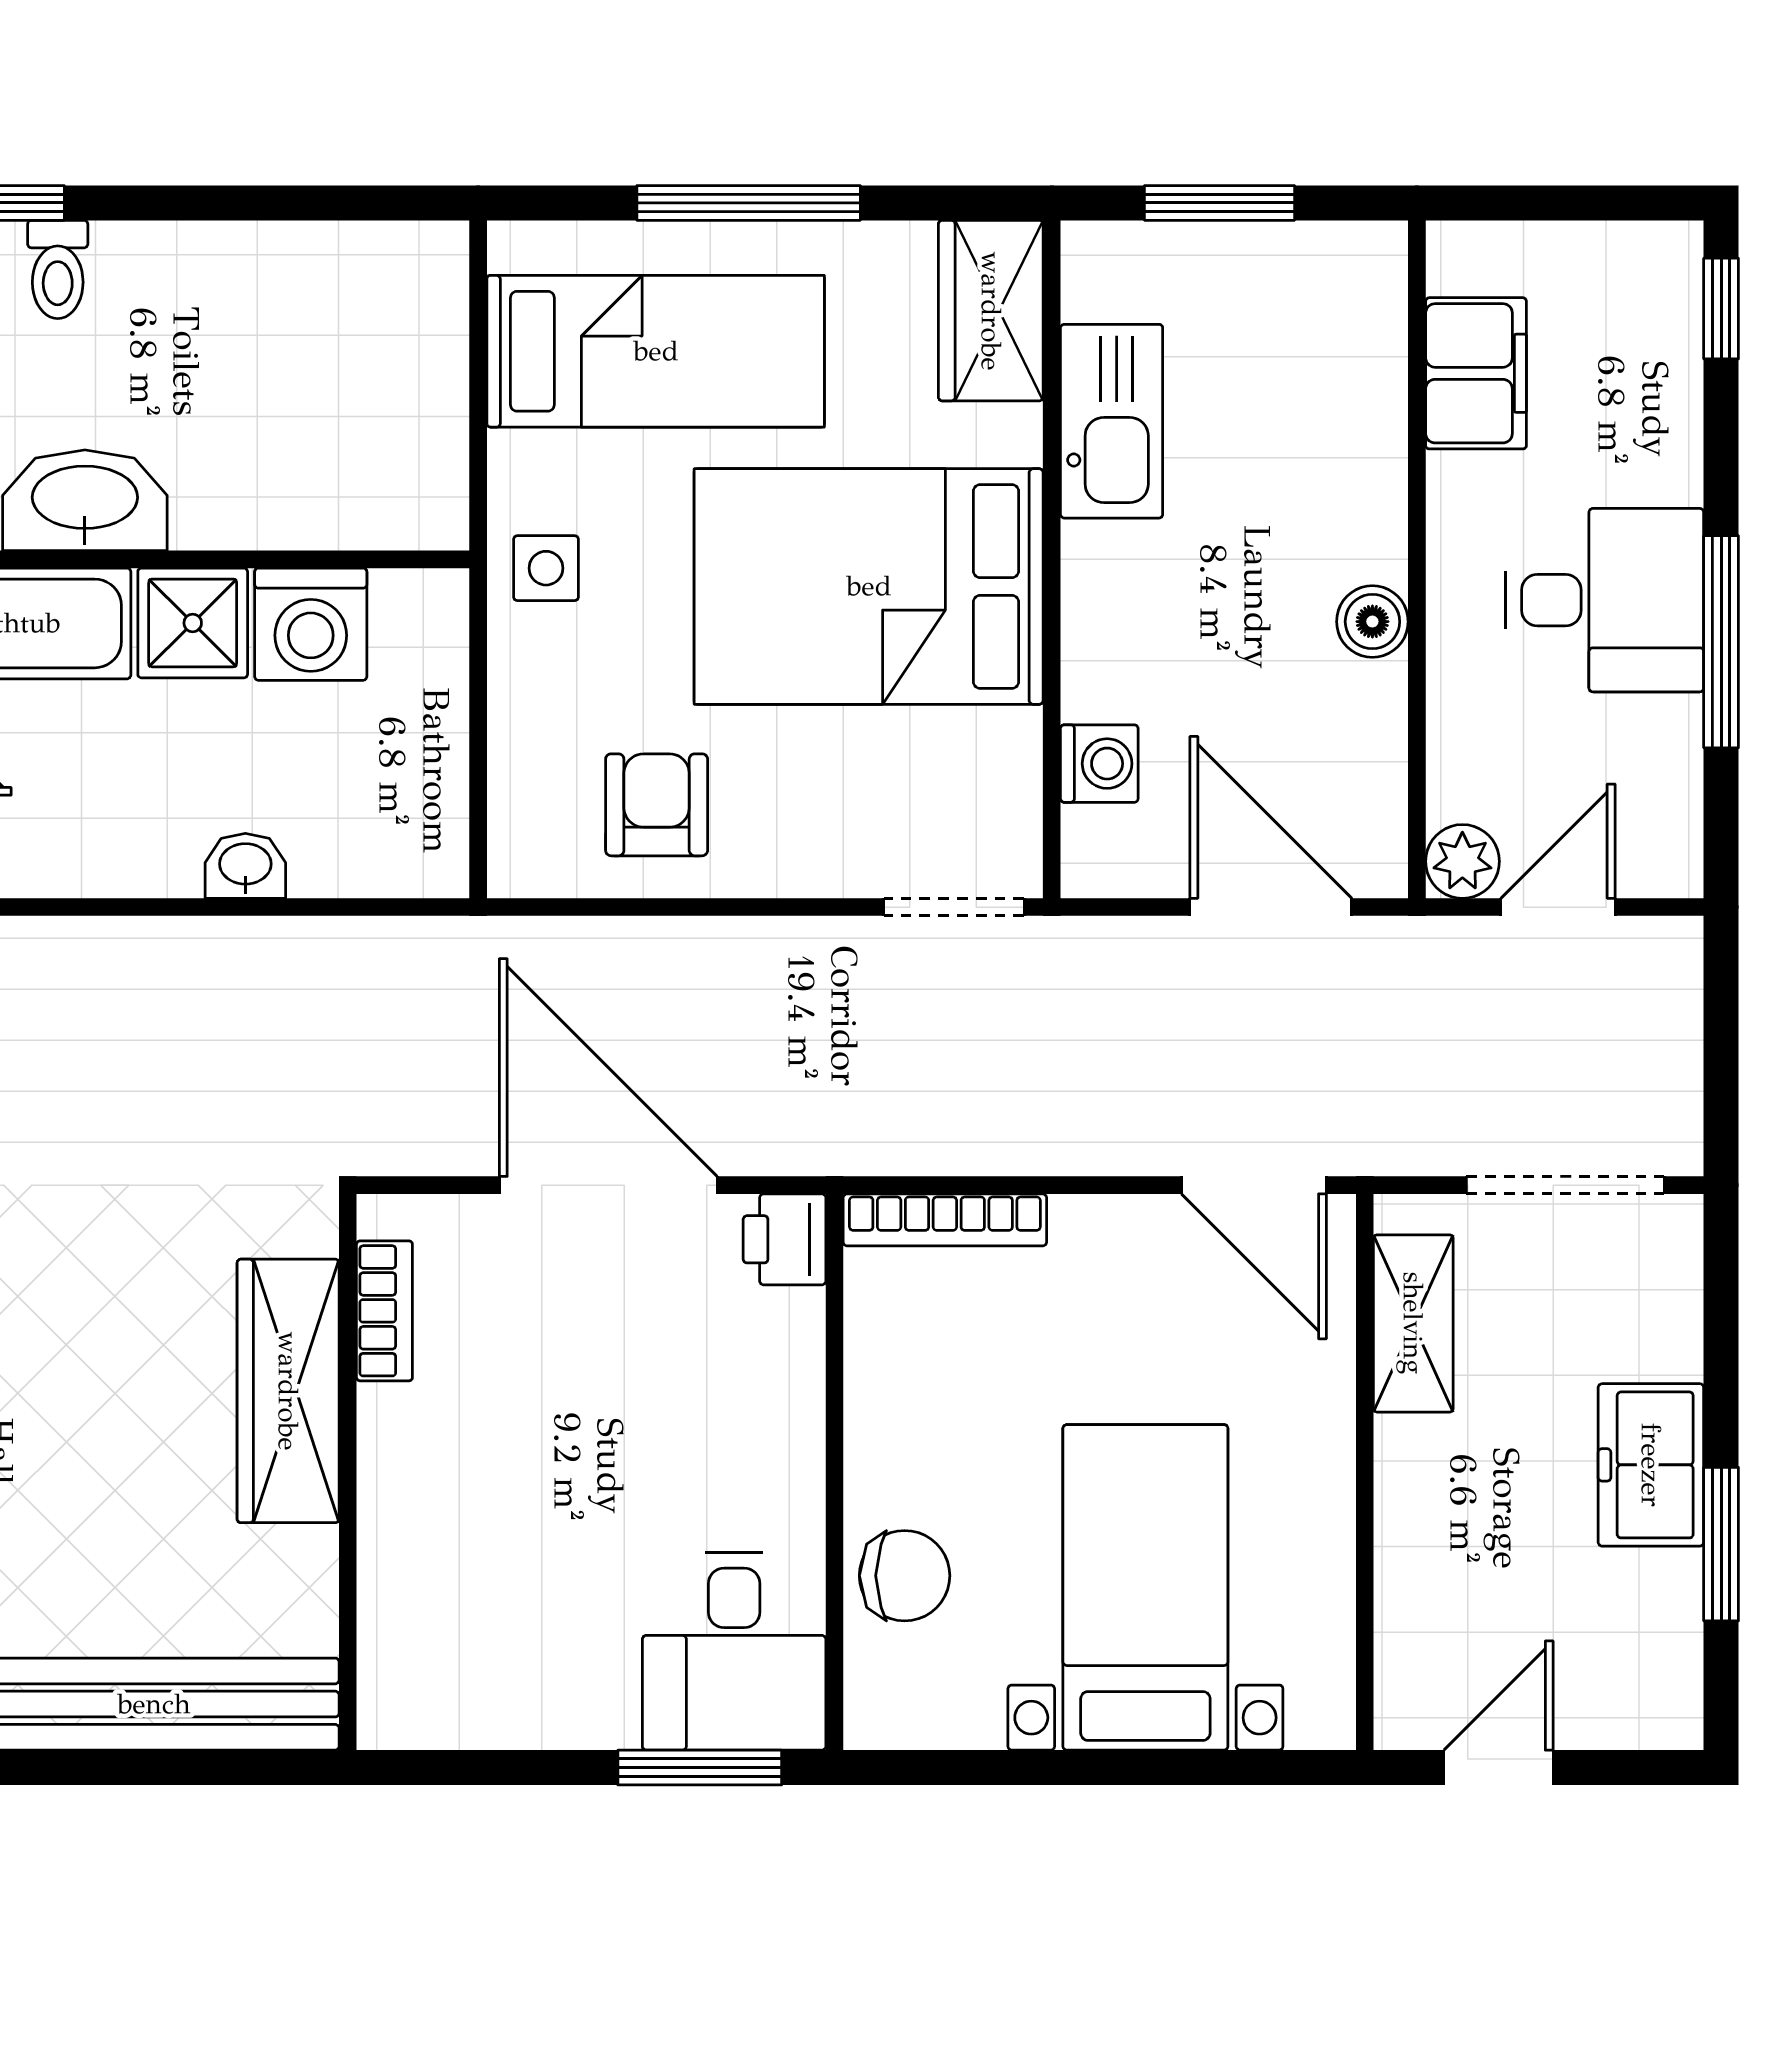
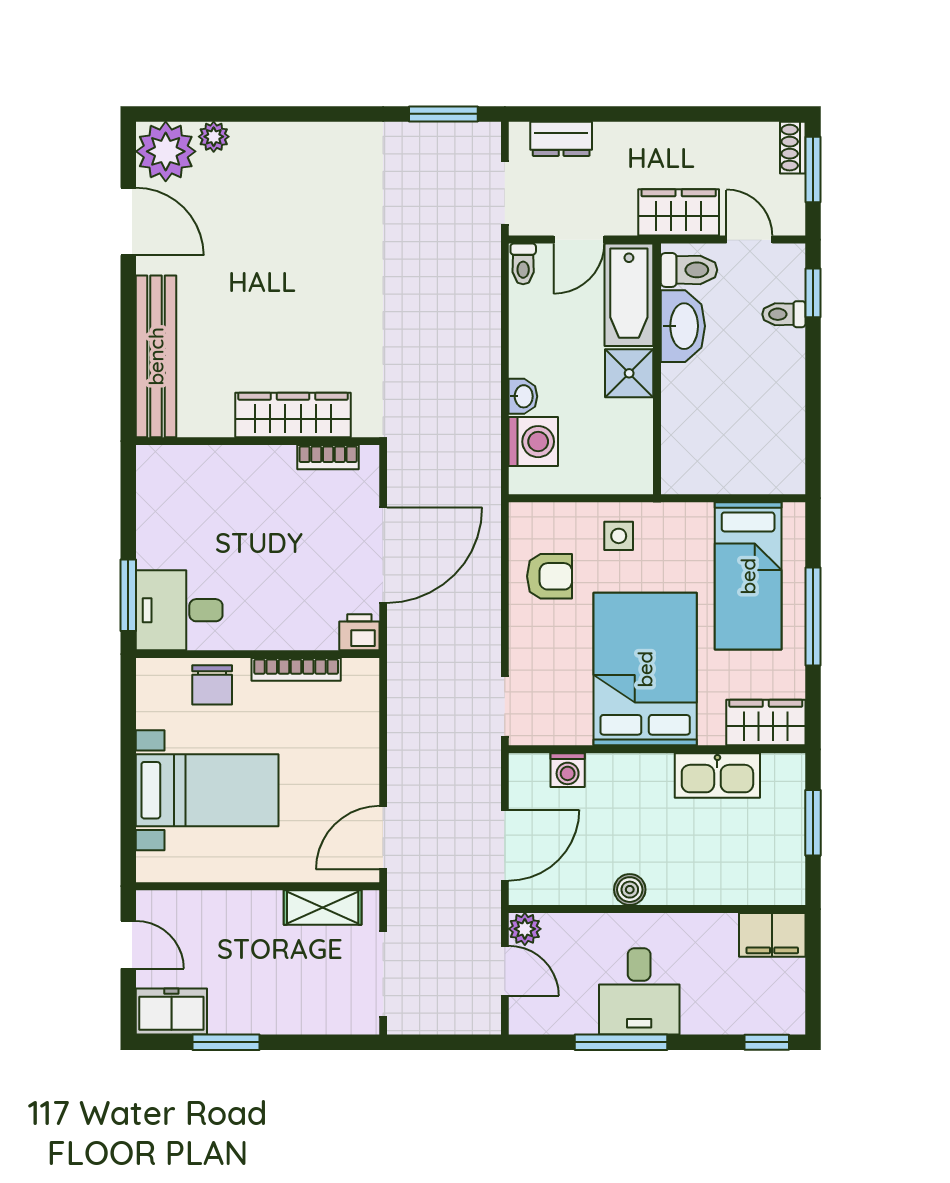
filing cabinet: (1476, 373) -> (772, 935), moved
side table: (546, 568) -> (619, 536), moved
washing machine: (311, 624) -> (533, 442), moved, turned 180
bookcase: (945, 1220) -> (296, 669), moved, turned -90
freezer: (1651, 1465) -> (171, 1011), moved

